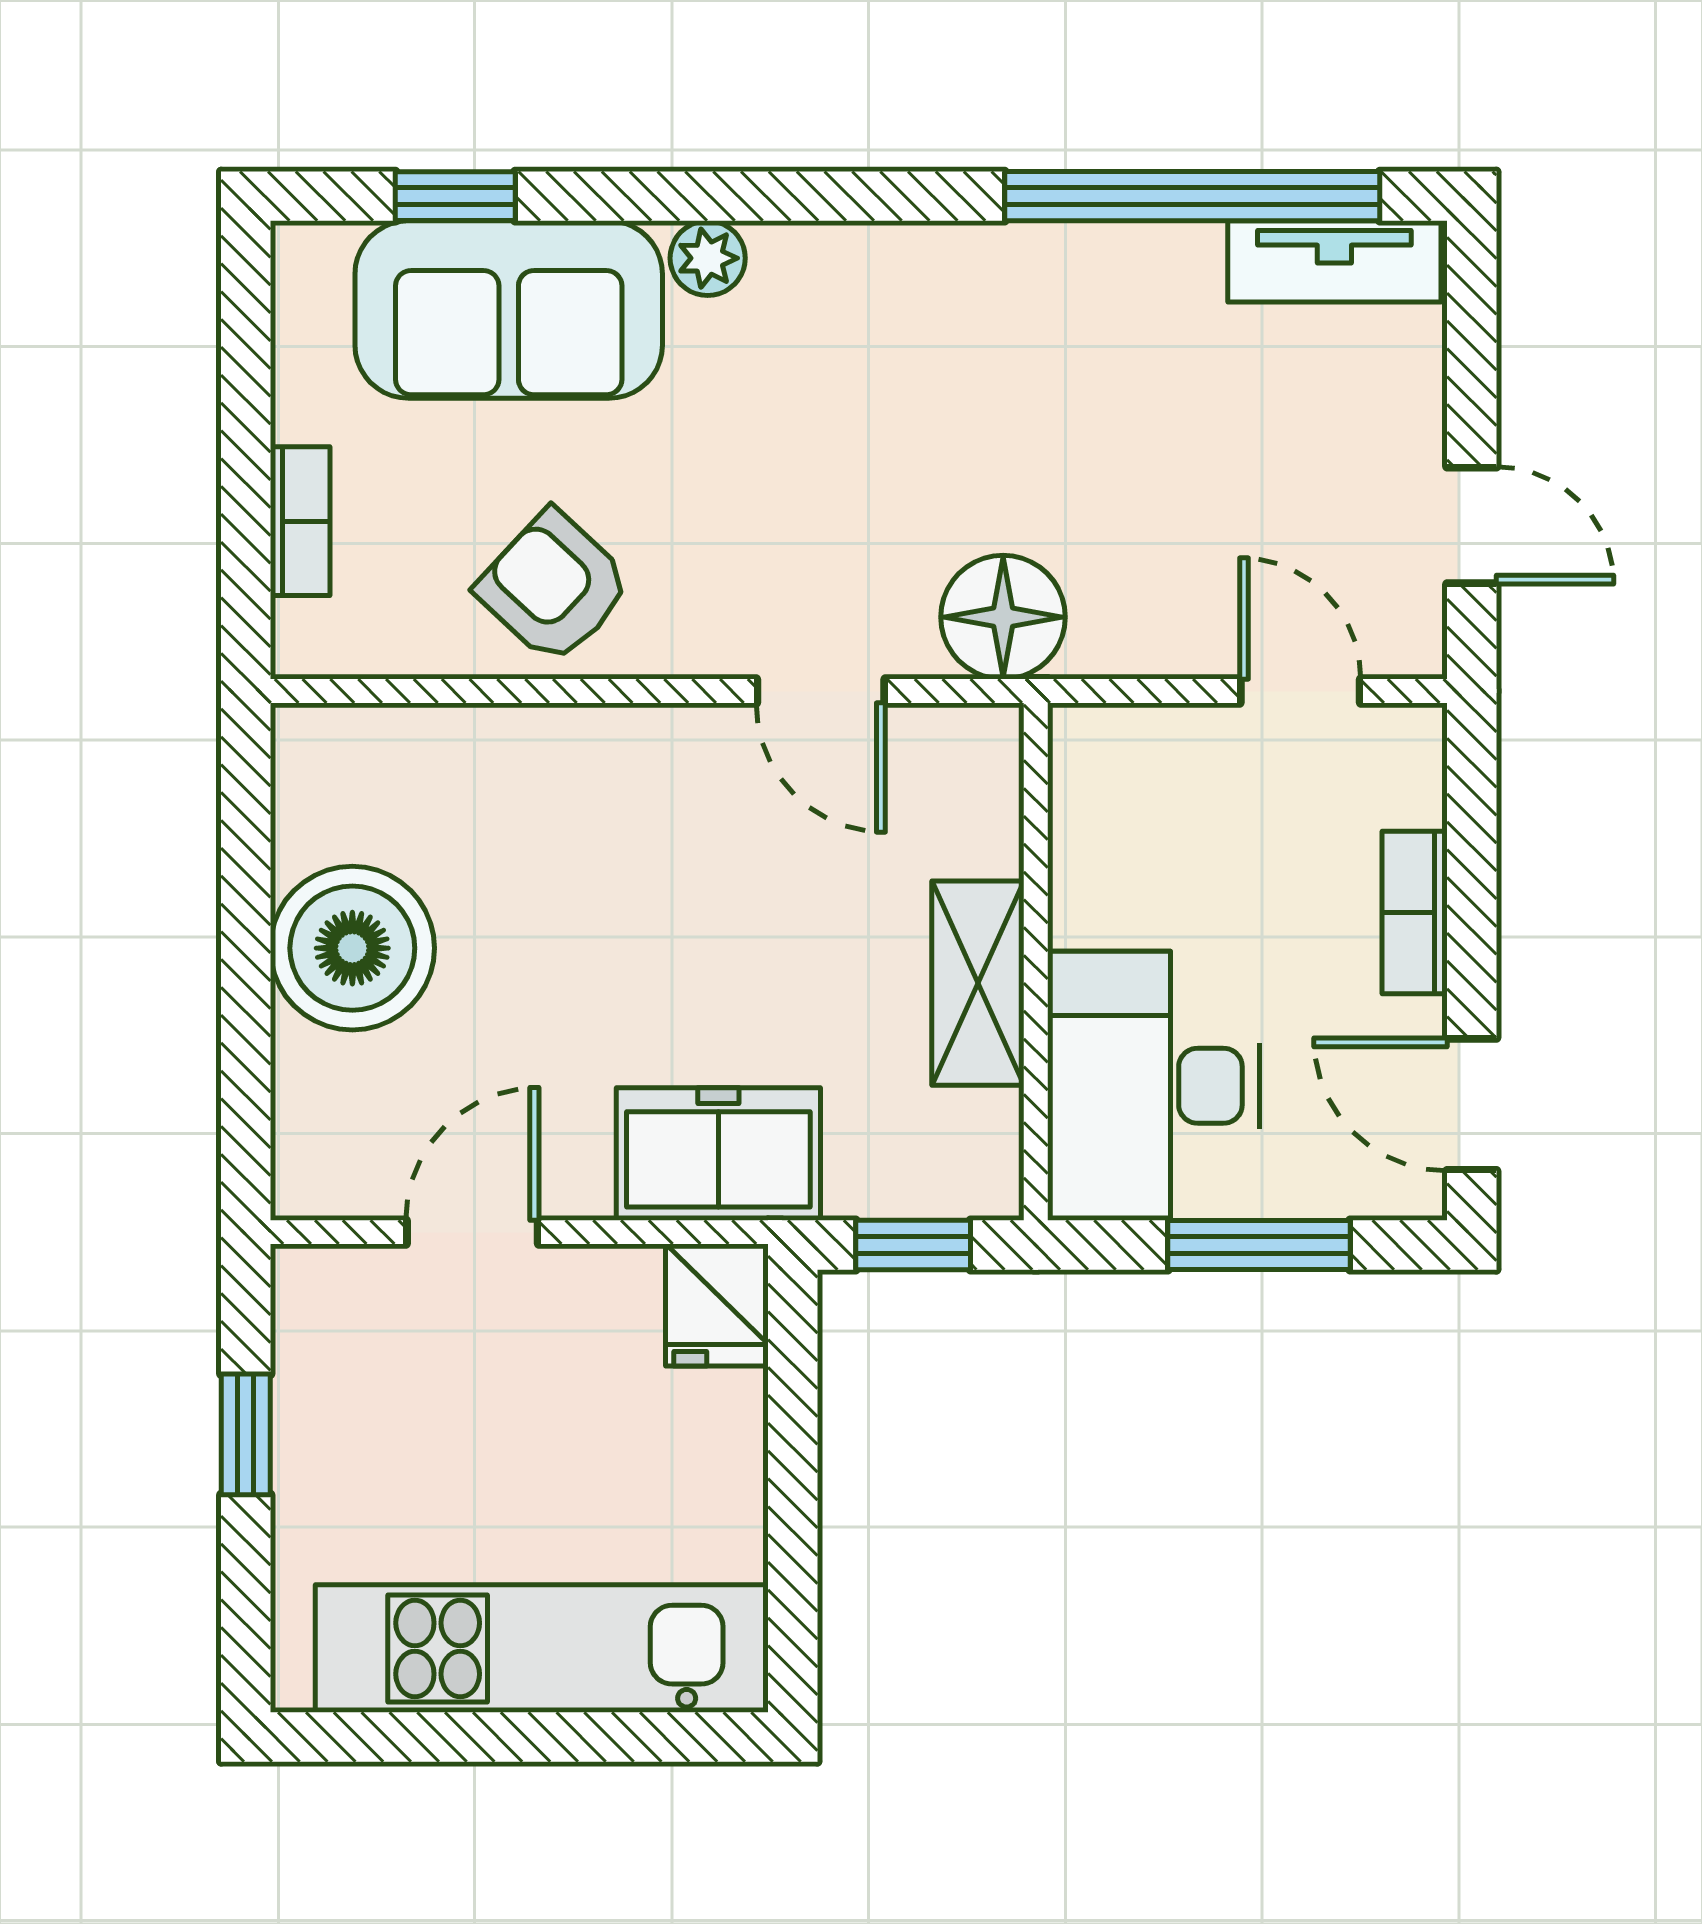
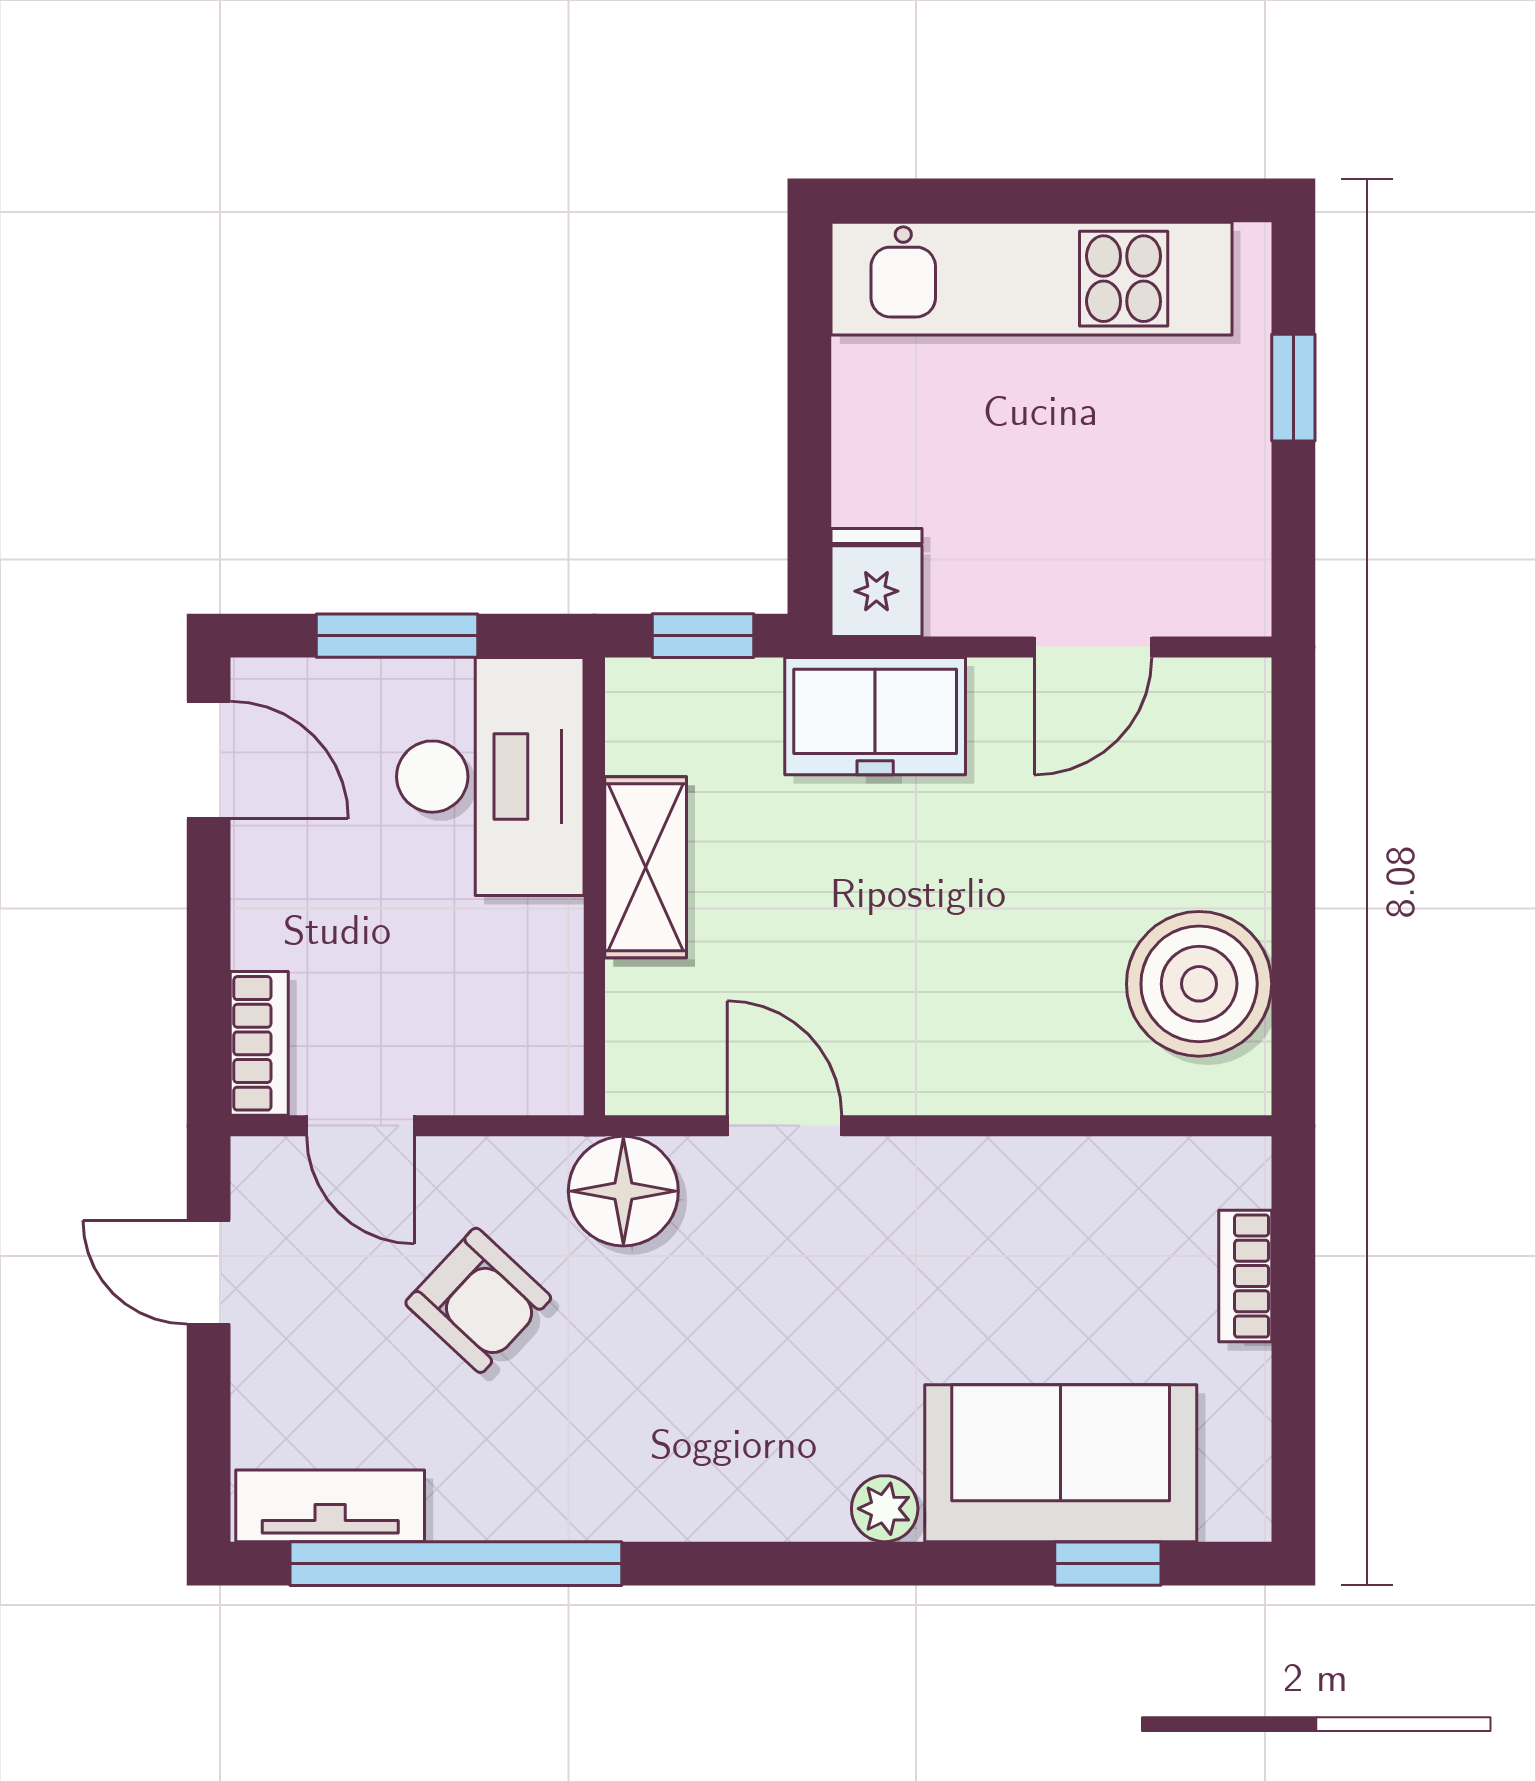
armchair: (554, 587) -> (478, 1300), moved
bookcase: (1415, 913) -> (259, 1043), moved
boiler: (352, 948) -> (1199, 984), moved
window: (246, 1434) -> (1293, 388), moved

